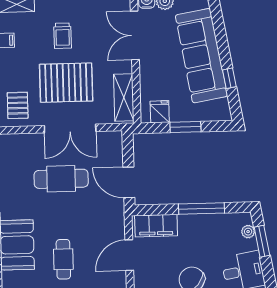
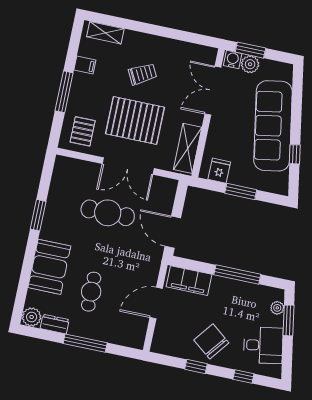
trolley: (63, 36) -> (143, 74), turned -118

